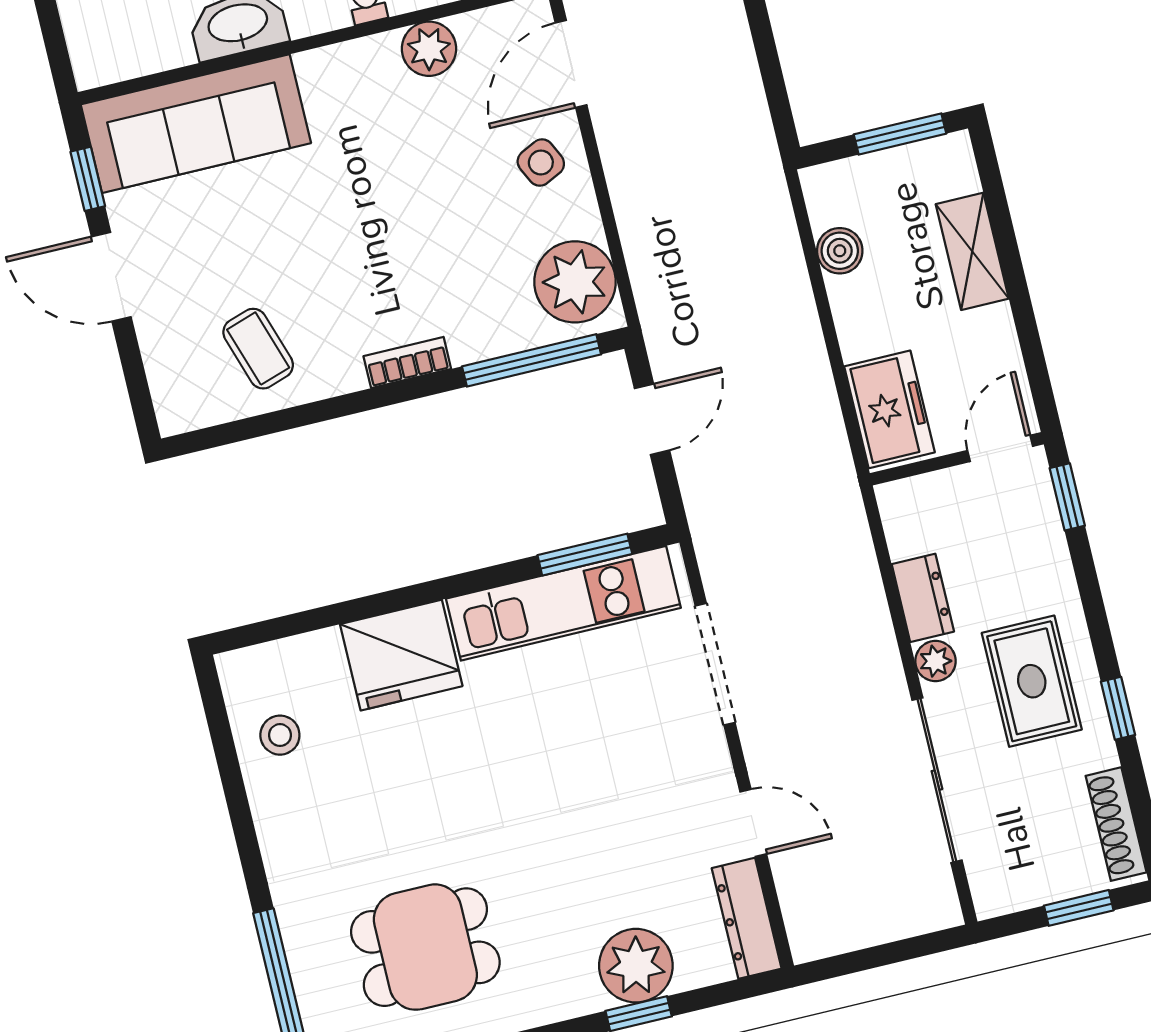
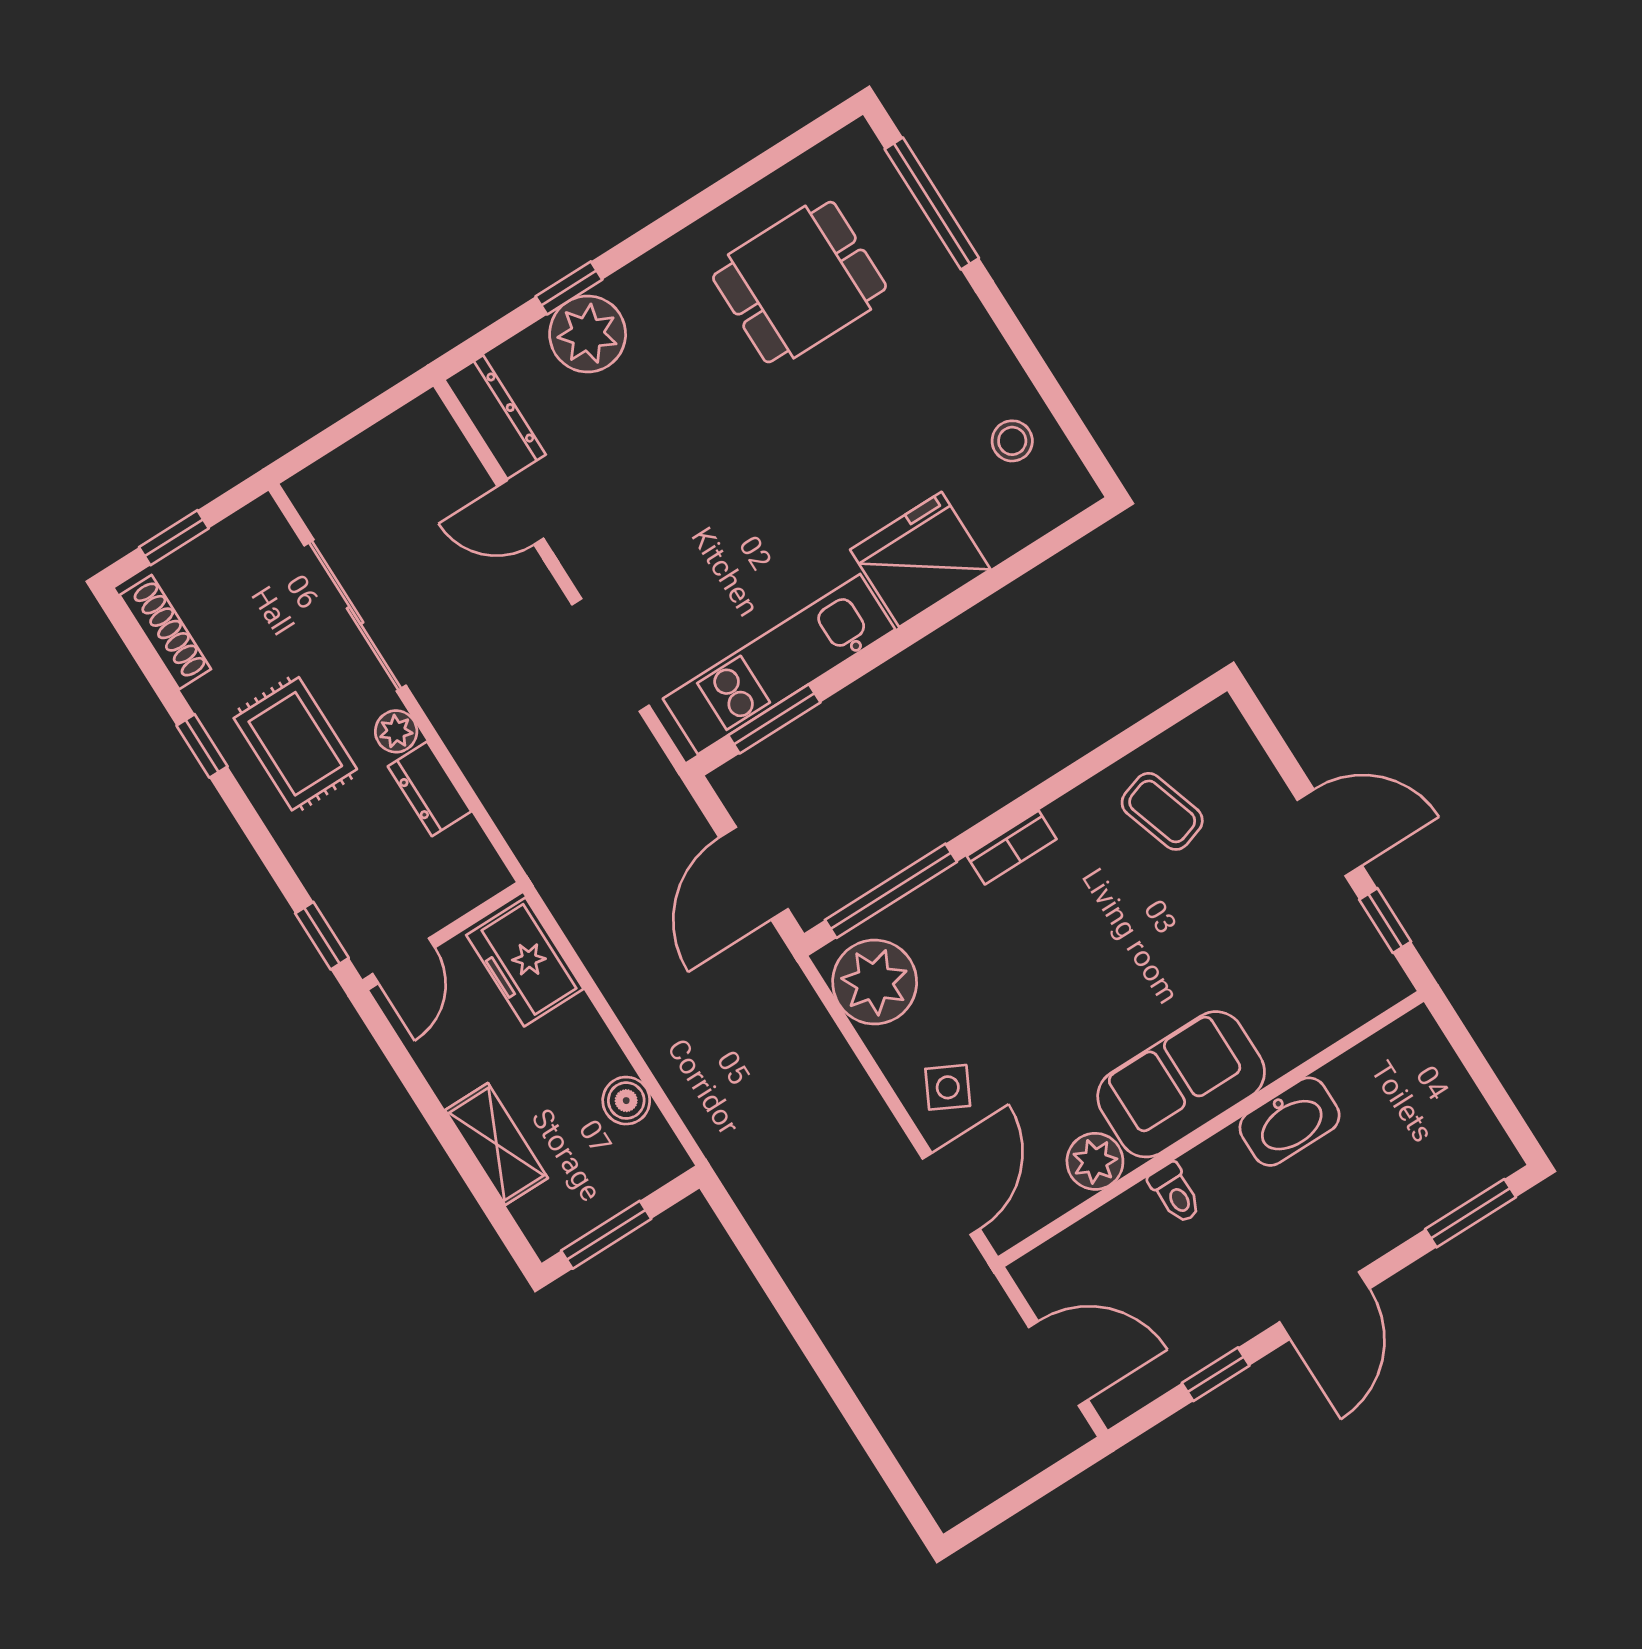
sofa: (196, 124) -> (1181, 1084), moved, width x0.73
side table: (541, 163) -> (948, 1087), turned -37
door: (652, 419) -> (754, 873), width x1.38

